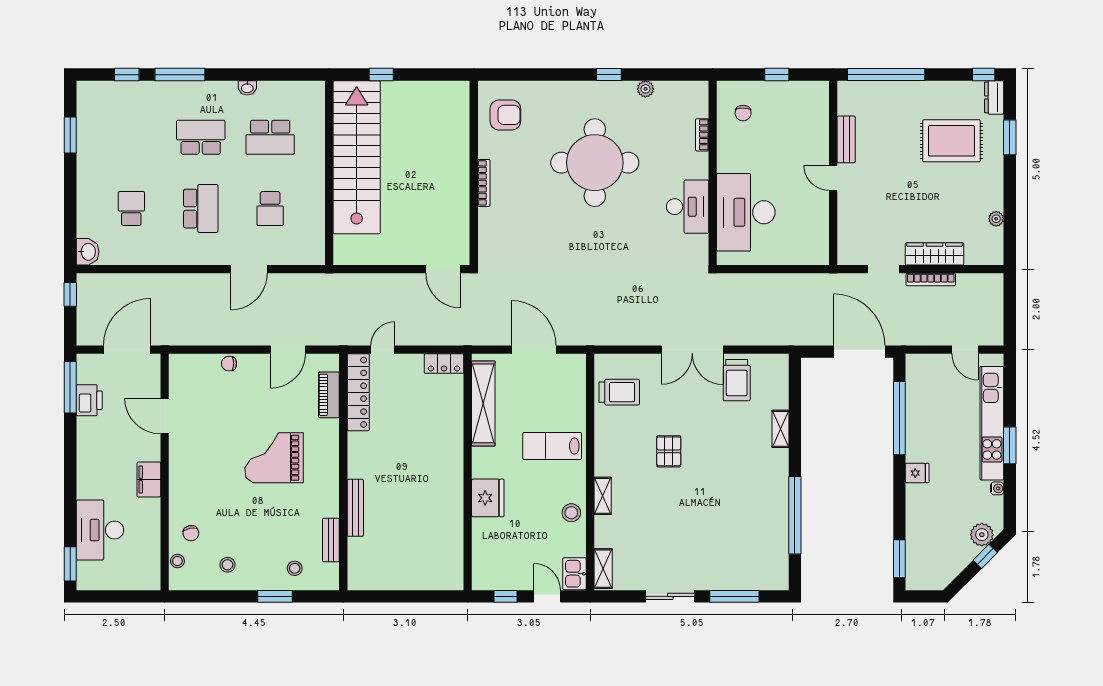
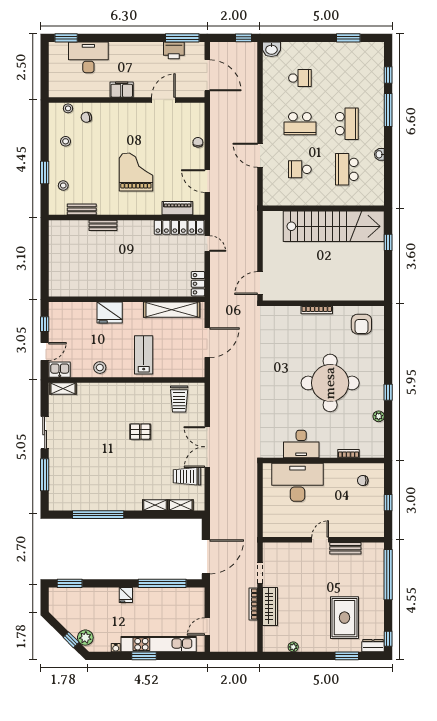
shelving: (603, 496) -> (181, 505), moved
bench: (355, 508) -> (103, 225), width x0.73

